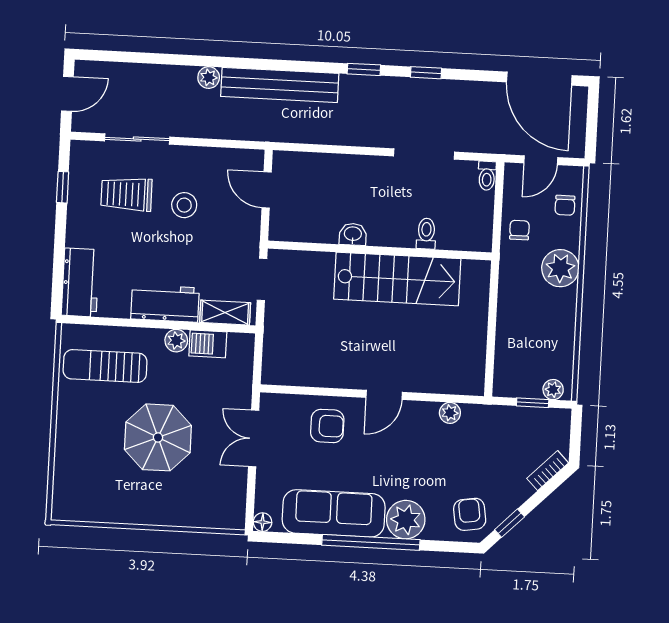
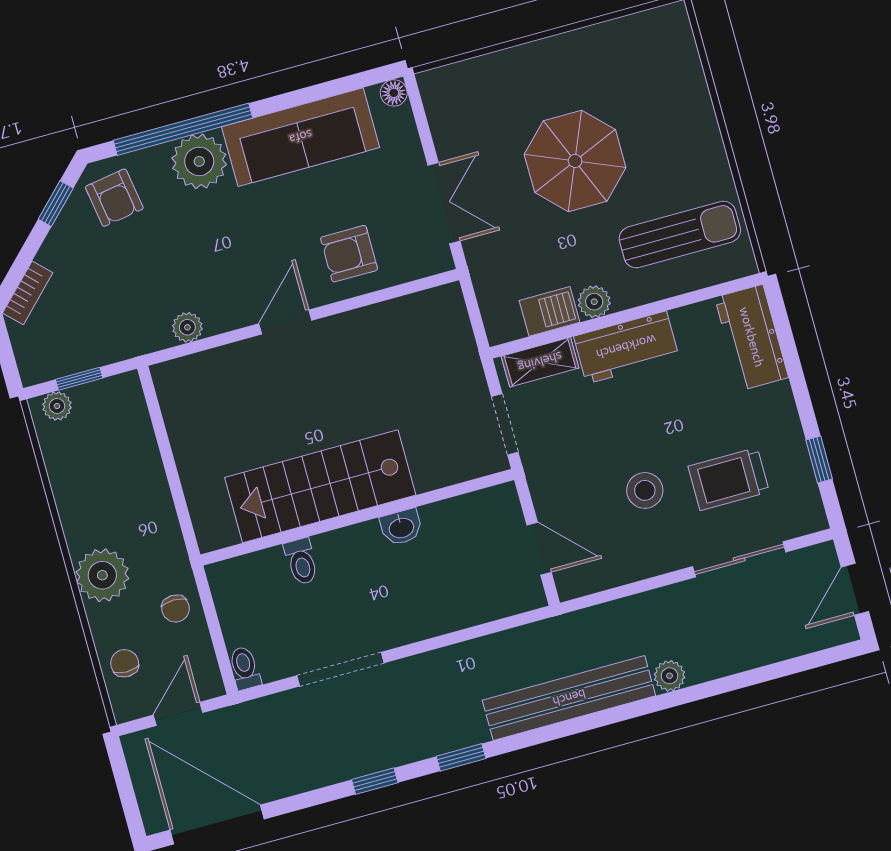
trolley: (126, 194) -> (729, 479), turned 180
window: (371, 542) -> (183, 129), moved

